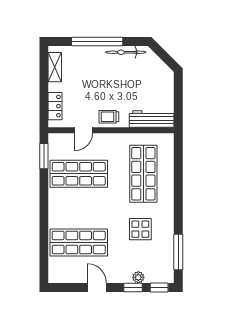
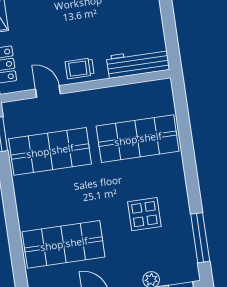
door: (83, 130) -> (48, 92), swing flipped
shop shelf: (143, 174) -> (138, 139), turned 90

